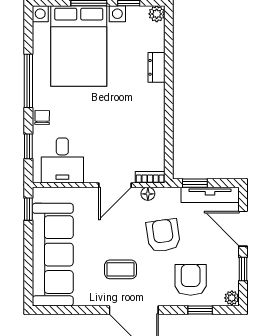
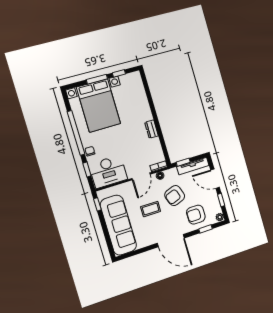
plant: (157, 14) -> (136, 76), removed
dresser: (157, 67) -> (152, 129), moved
window: (28, 81) -> (76, 133), width x1.46
desk: (62, 160) -> (108, 172), width x1.37
armchair: (163, 235) -> (175, 196), turned -102
coffee table: (121, 269) -> (151, 209), moved
armchair: (191, 280) -> (196, 215), turned -90

